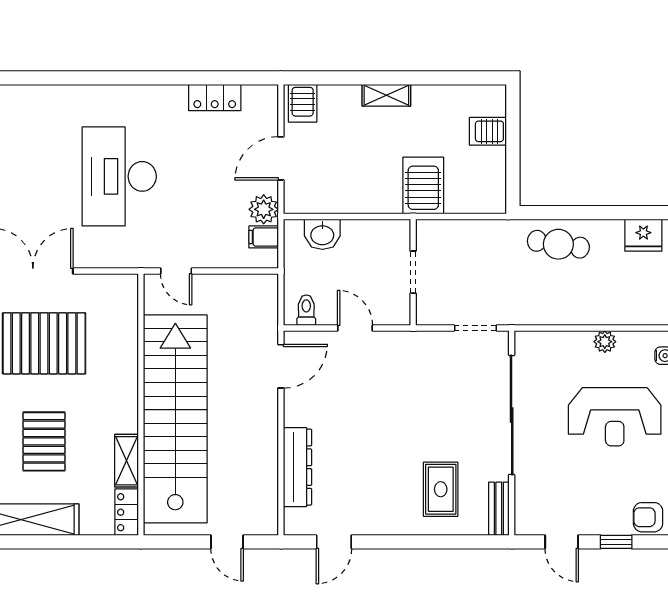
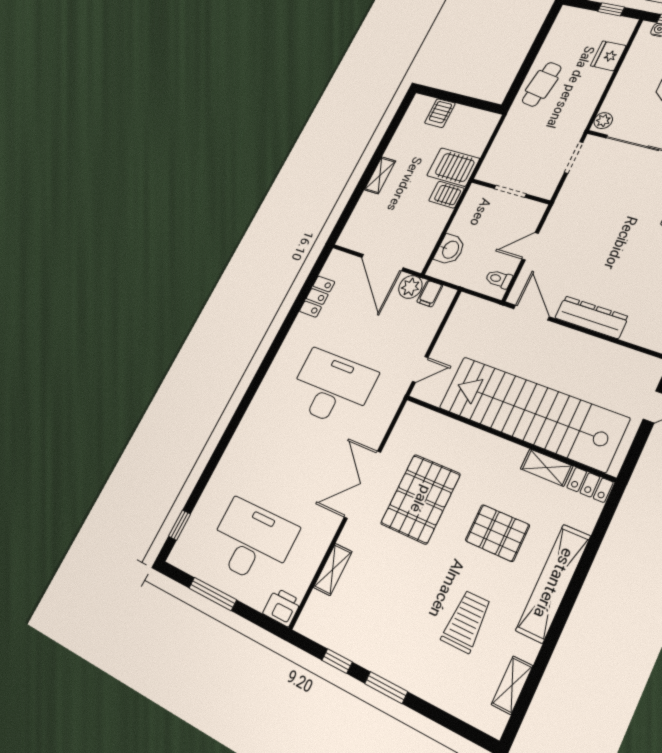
server rack: (303, 103) -> (447, 195), moved, turned 180
door: (281, 158) -> (382, 263), width x1.36
desk: (119, 176) -> (332, 388), turned 180
fridge: (643, 235) -> (608, 56), moved, turned 180
plant: (605, 342) -> (603, 121), moved
dresser: (298, 467) -> (591, 317), moved

